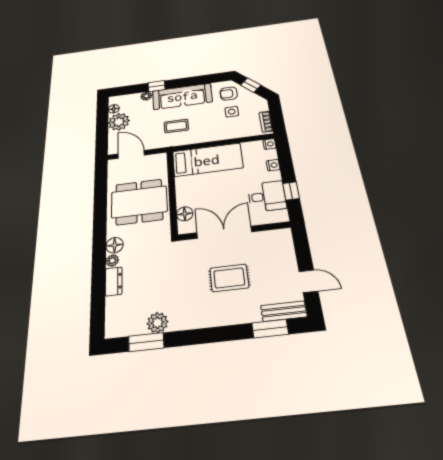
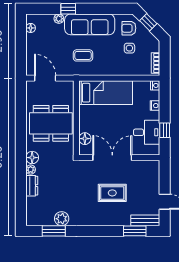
plant: (119, 122) -> (35, 43), removed

